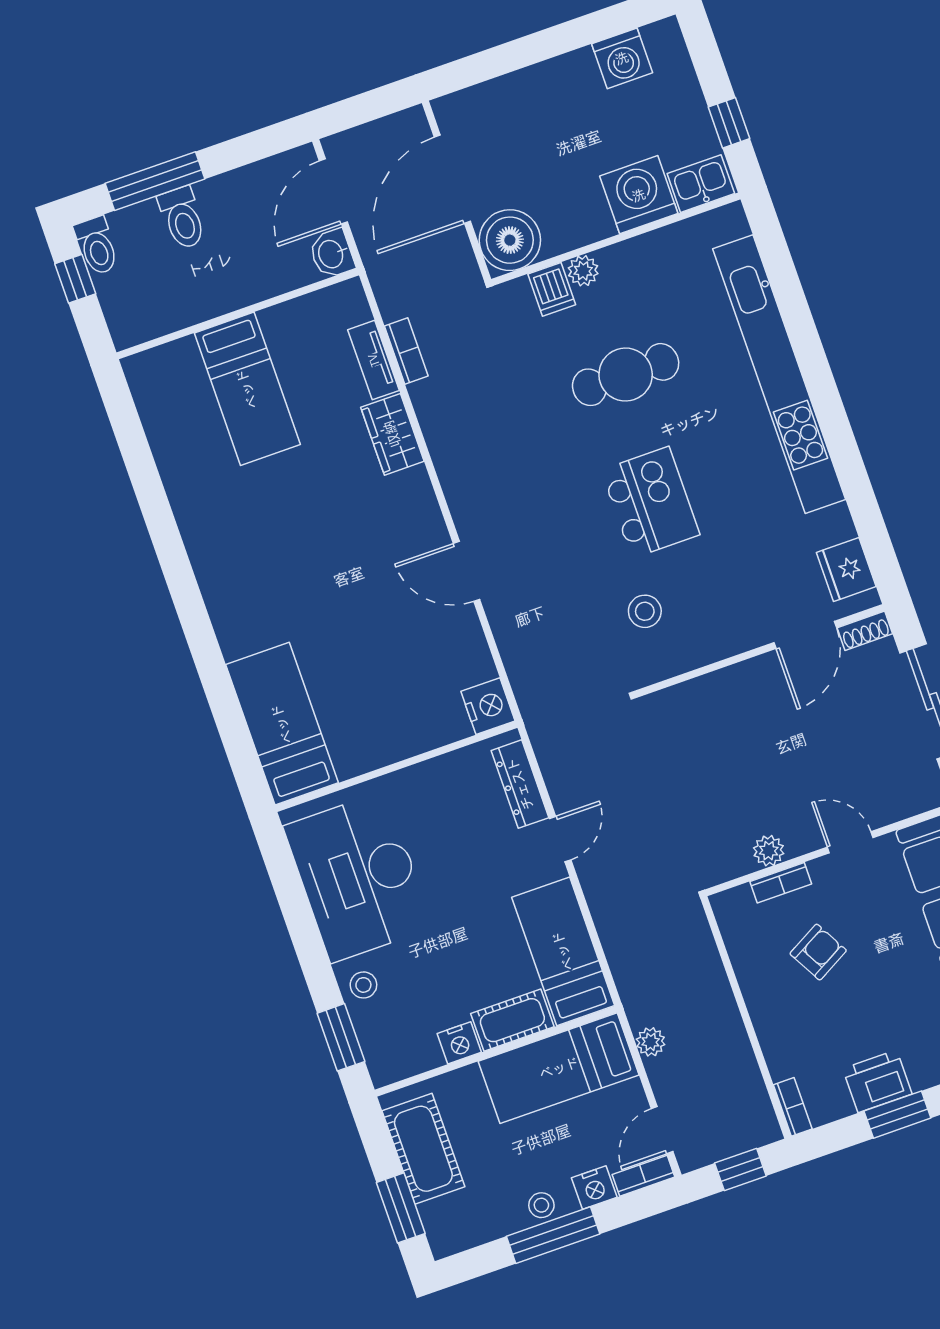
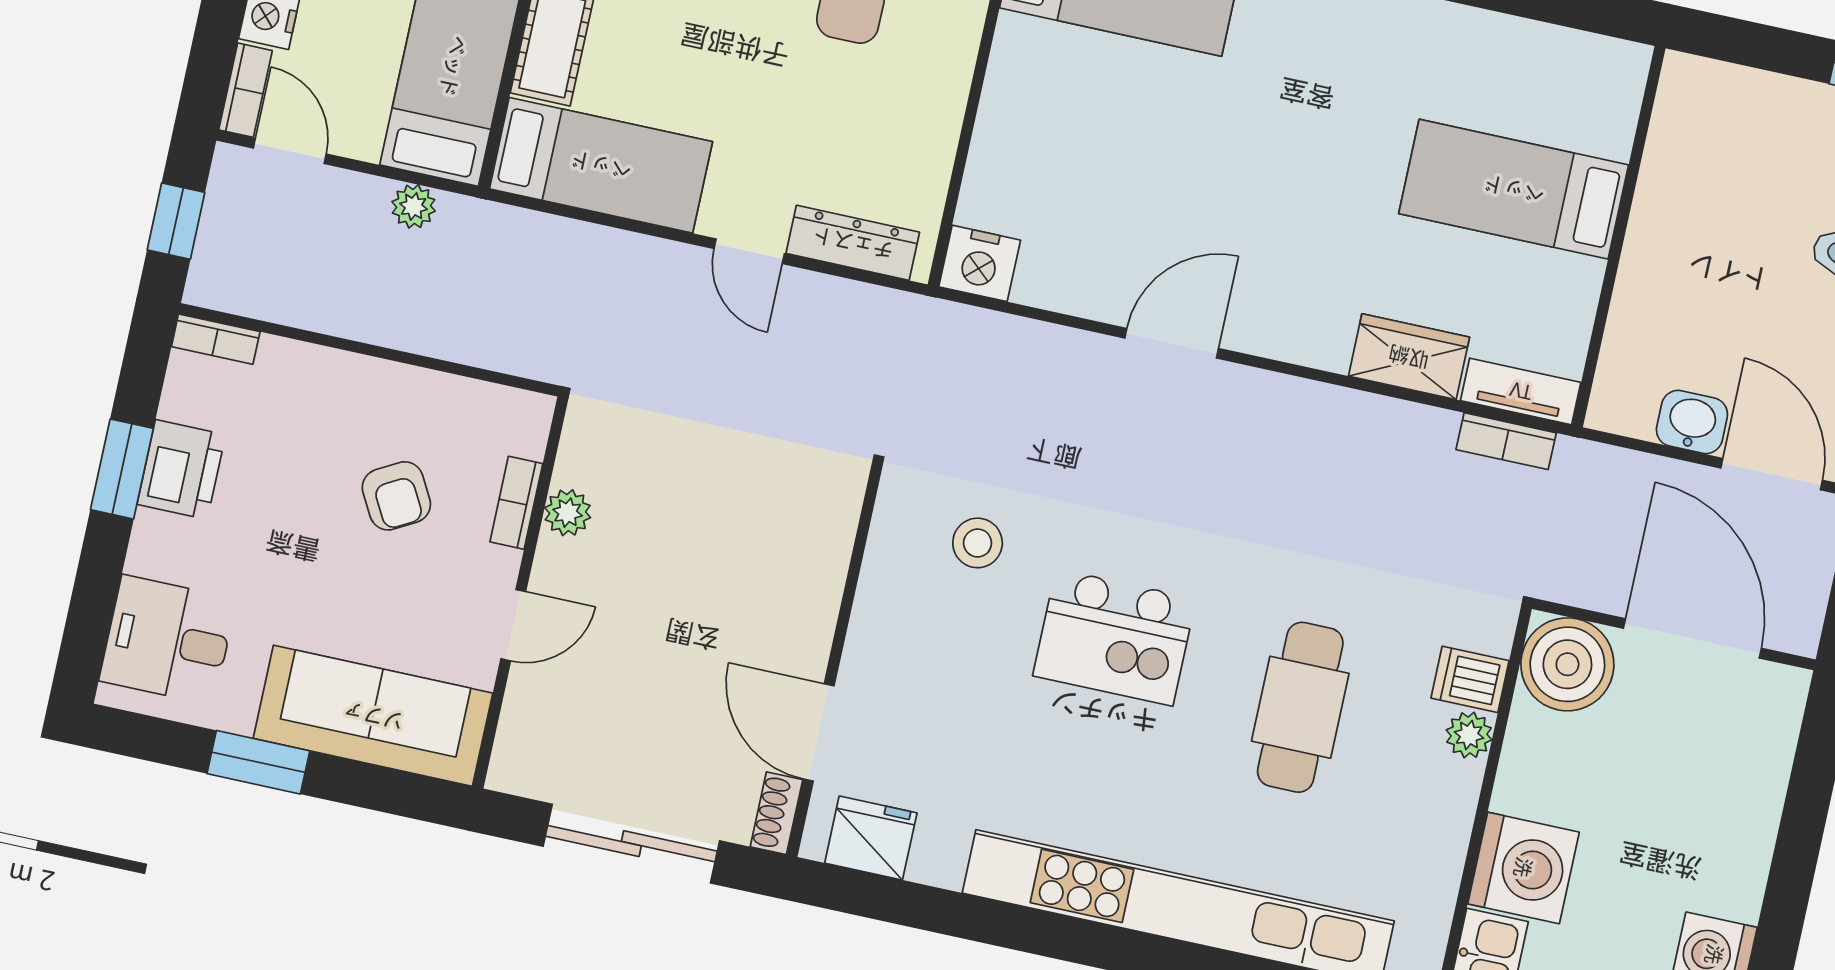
wall: (238, 314) -> (1619, 237), moved
bed: (247, 389) -> (1514, 189), moved

